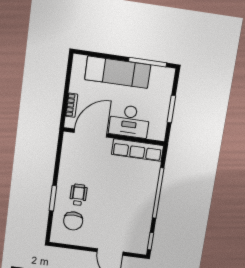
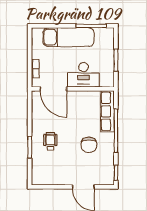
door: (90, 133) -> (53, 89), swing flipped
row of seats: (137, 150) -> (108, 111), moved, turned 90
chair: (73, 221) -> (89, 145), moved

